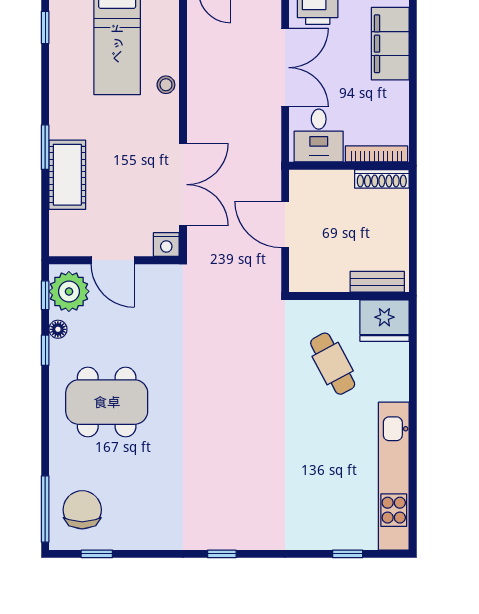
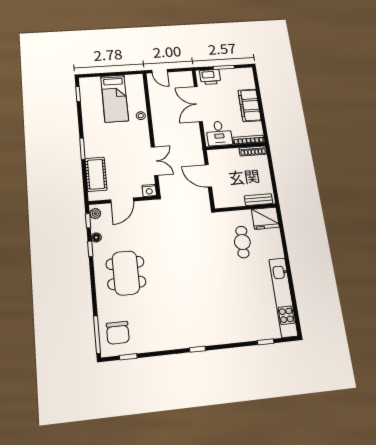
filing cabinet: (390, 44) -> (250, 105), moved
double door: (285, 68) -> (198, 104), swing flipped
cot: (67, 175) -> (96, 174), moved
double door: (183, 185) -> (154, 161), width x0.73
door: (113, 260) -> (122, 200), hinge flipped
plant: (69, 291) -> (95, 214), width x0.53, depth x0.53
cafe table: (333, 364) -> (242, 242), turned 31
dining table: (107, 402) -> (126, 273), turned 90
chair: (82, 510) -> (118, 333), turned 180

